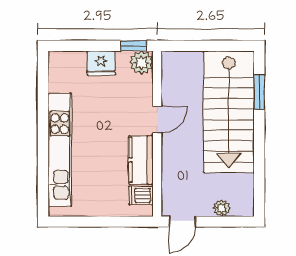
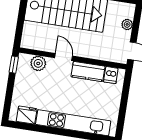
fridge: (101, 63) -> (27, 115), moved, turned -90
plant: (141, 63) -> (38, 63), moved

